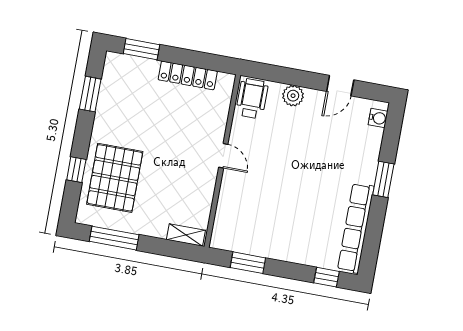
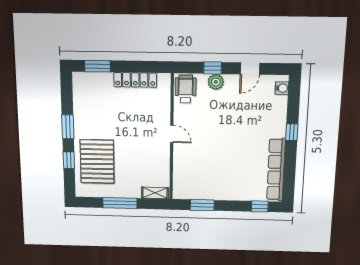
window: (292, 77) -> (213, 68), added
window: (90, 94) -> (68, 127), moved
window: (383, 179) -> (292, 132), width x0.67
window: (114, 238) -> (120, 203), moved

